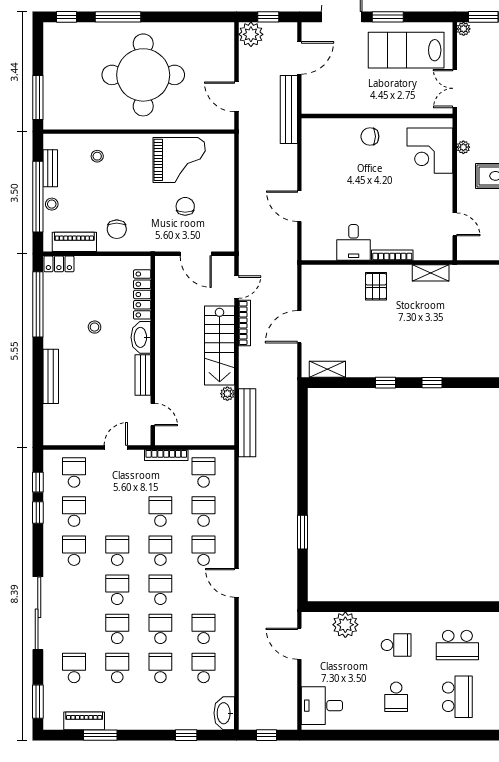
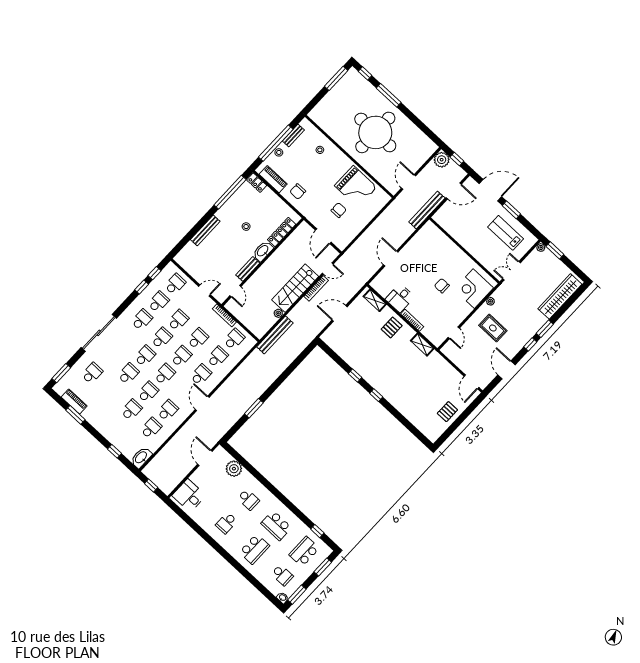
lab bench: (406, 50) -> (506, 233), width x0.73, depth x0.72
window: (38, 98) -> (336, 78), moved
chair: (370, 136) -> (442, 286), moved
shelving: (327, 369) -> (375, 300), moved
school desk: (117, 668) -> (178, 320), moved

